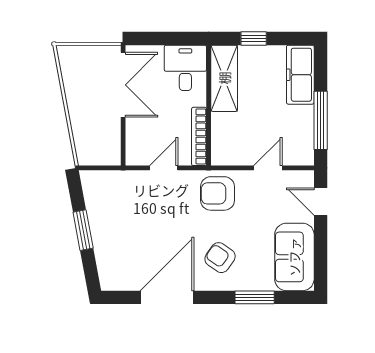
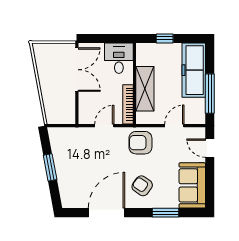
freezer: (300, 75) -> (194, 70), width x1.36, depth x1.26
shelving: (224, 78) -> (145, 89), moved

